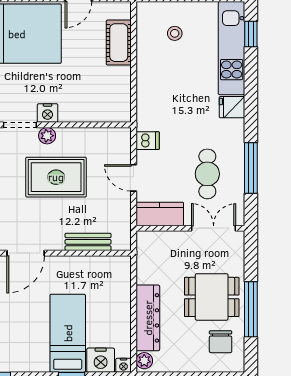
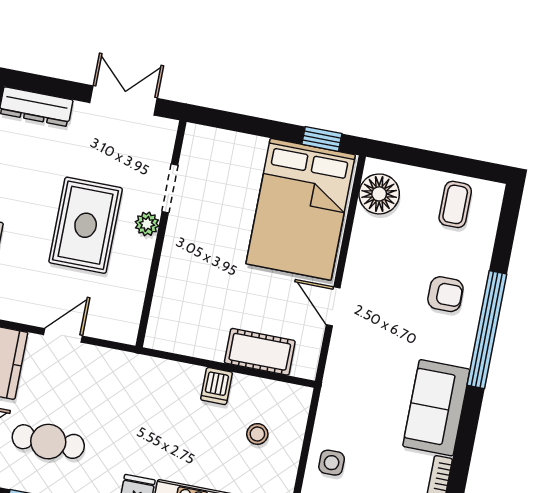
nightstand: (48, 113) -> (179, 231), removed
dishwasher: (148, 141) -> (217, 386), moved

